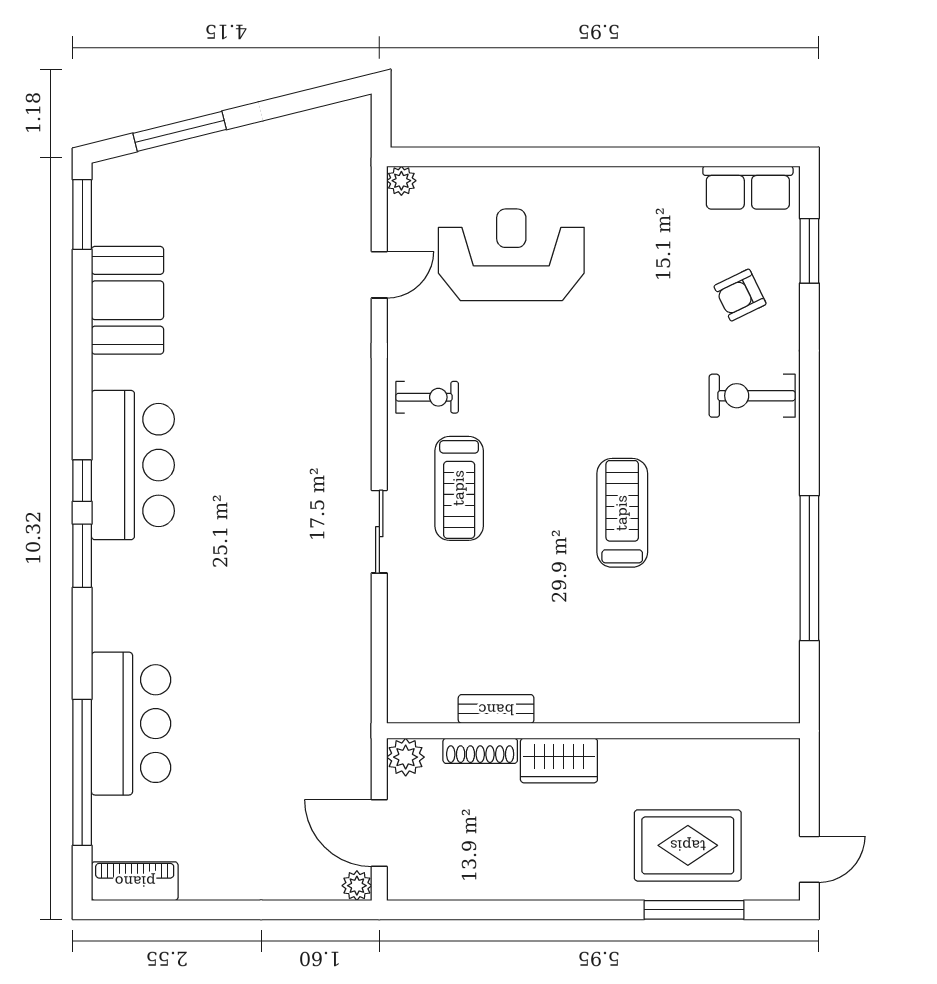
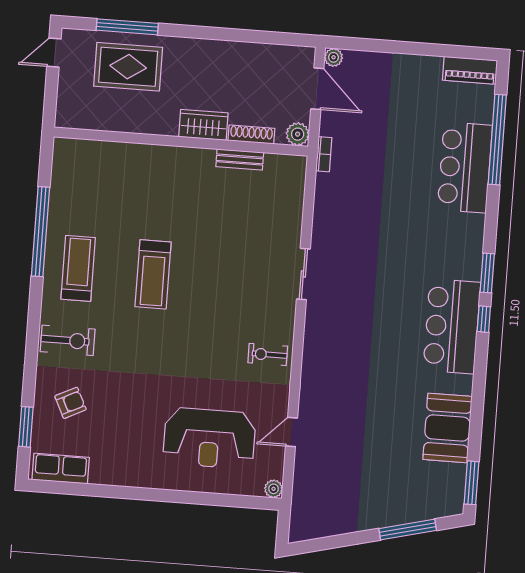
treadmill: (459, 488) -> (78, 268), moved
bookcase: (361, 728) -> (324, 154), added

